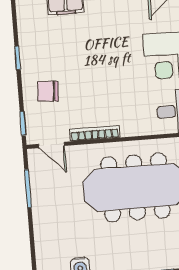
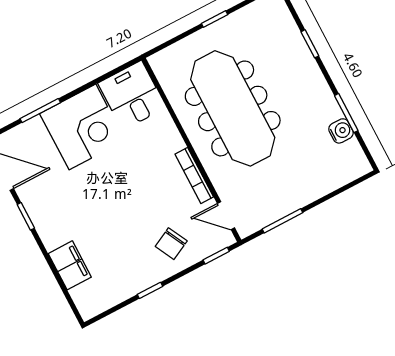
chair: (48, 91) -> (171, 244), turned 59
door: (52, 145) -> (226, 216), swing flipped

